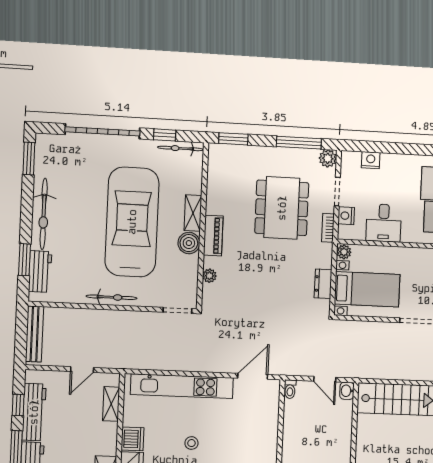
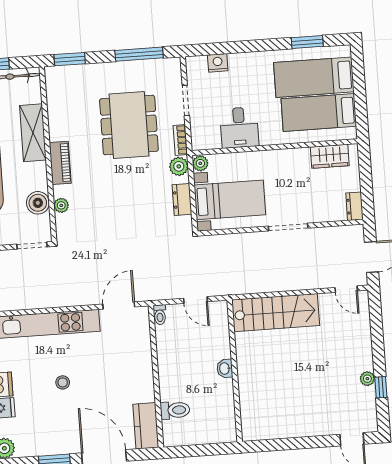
plant: (328, 158) -> (179, 166), moved
shelving: (193, 213) -> (33, 133), width x1.50, depth x1.33
nightstand: (346, 216) -> (198, 125), removed
boiler: (189, 243) -> (38, 203), moved
washbasin: (347, 391) -> (225, 368), moved

